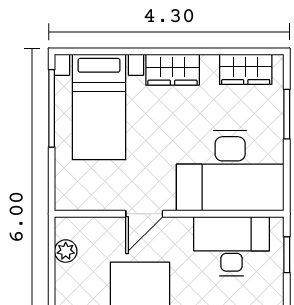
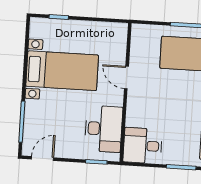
desk: (230, 171) -> (143, 146), width x0.53, depth x0.77
plant: (66, 251) -> (107, 28), removed

